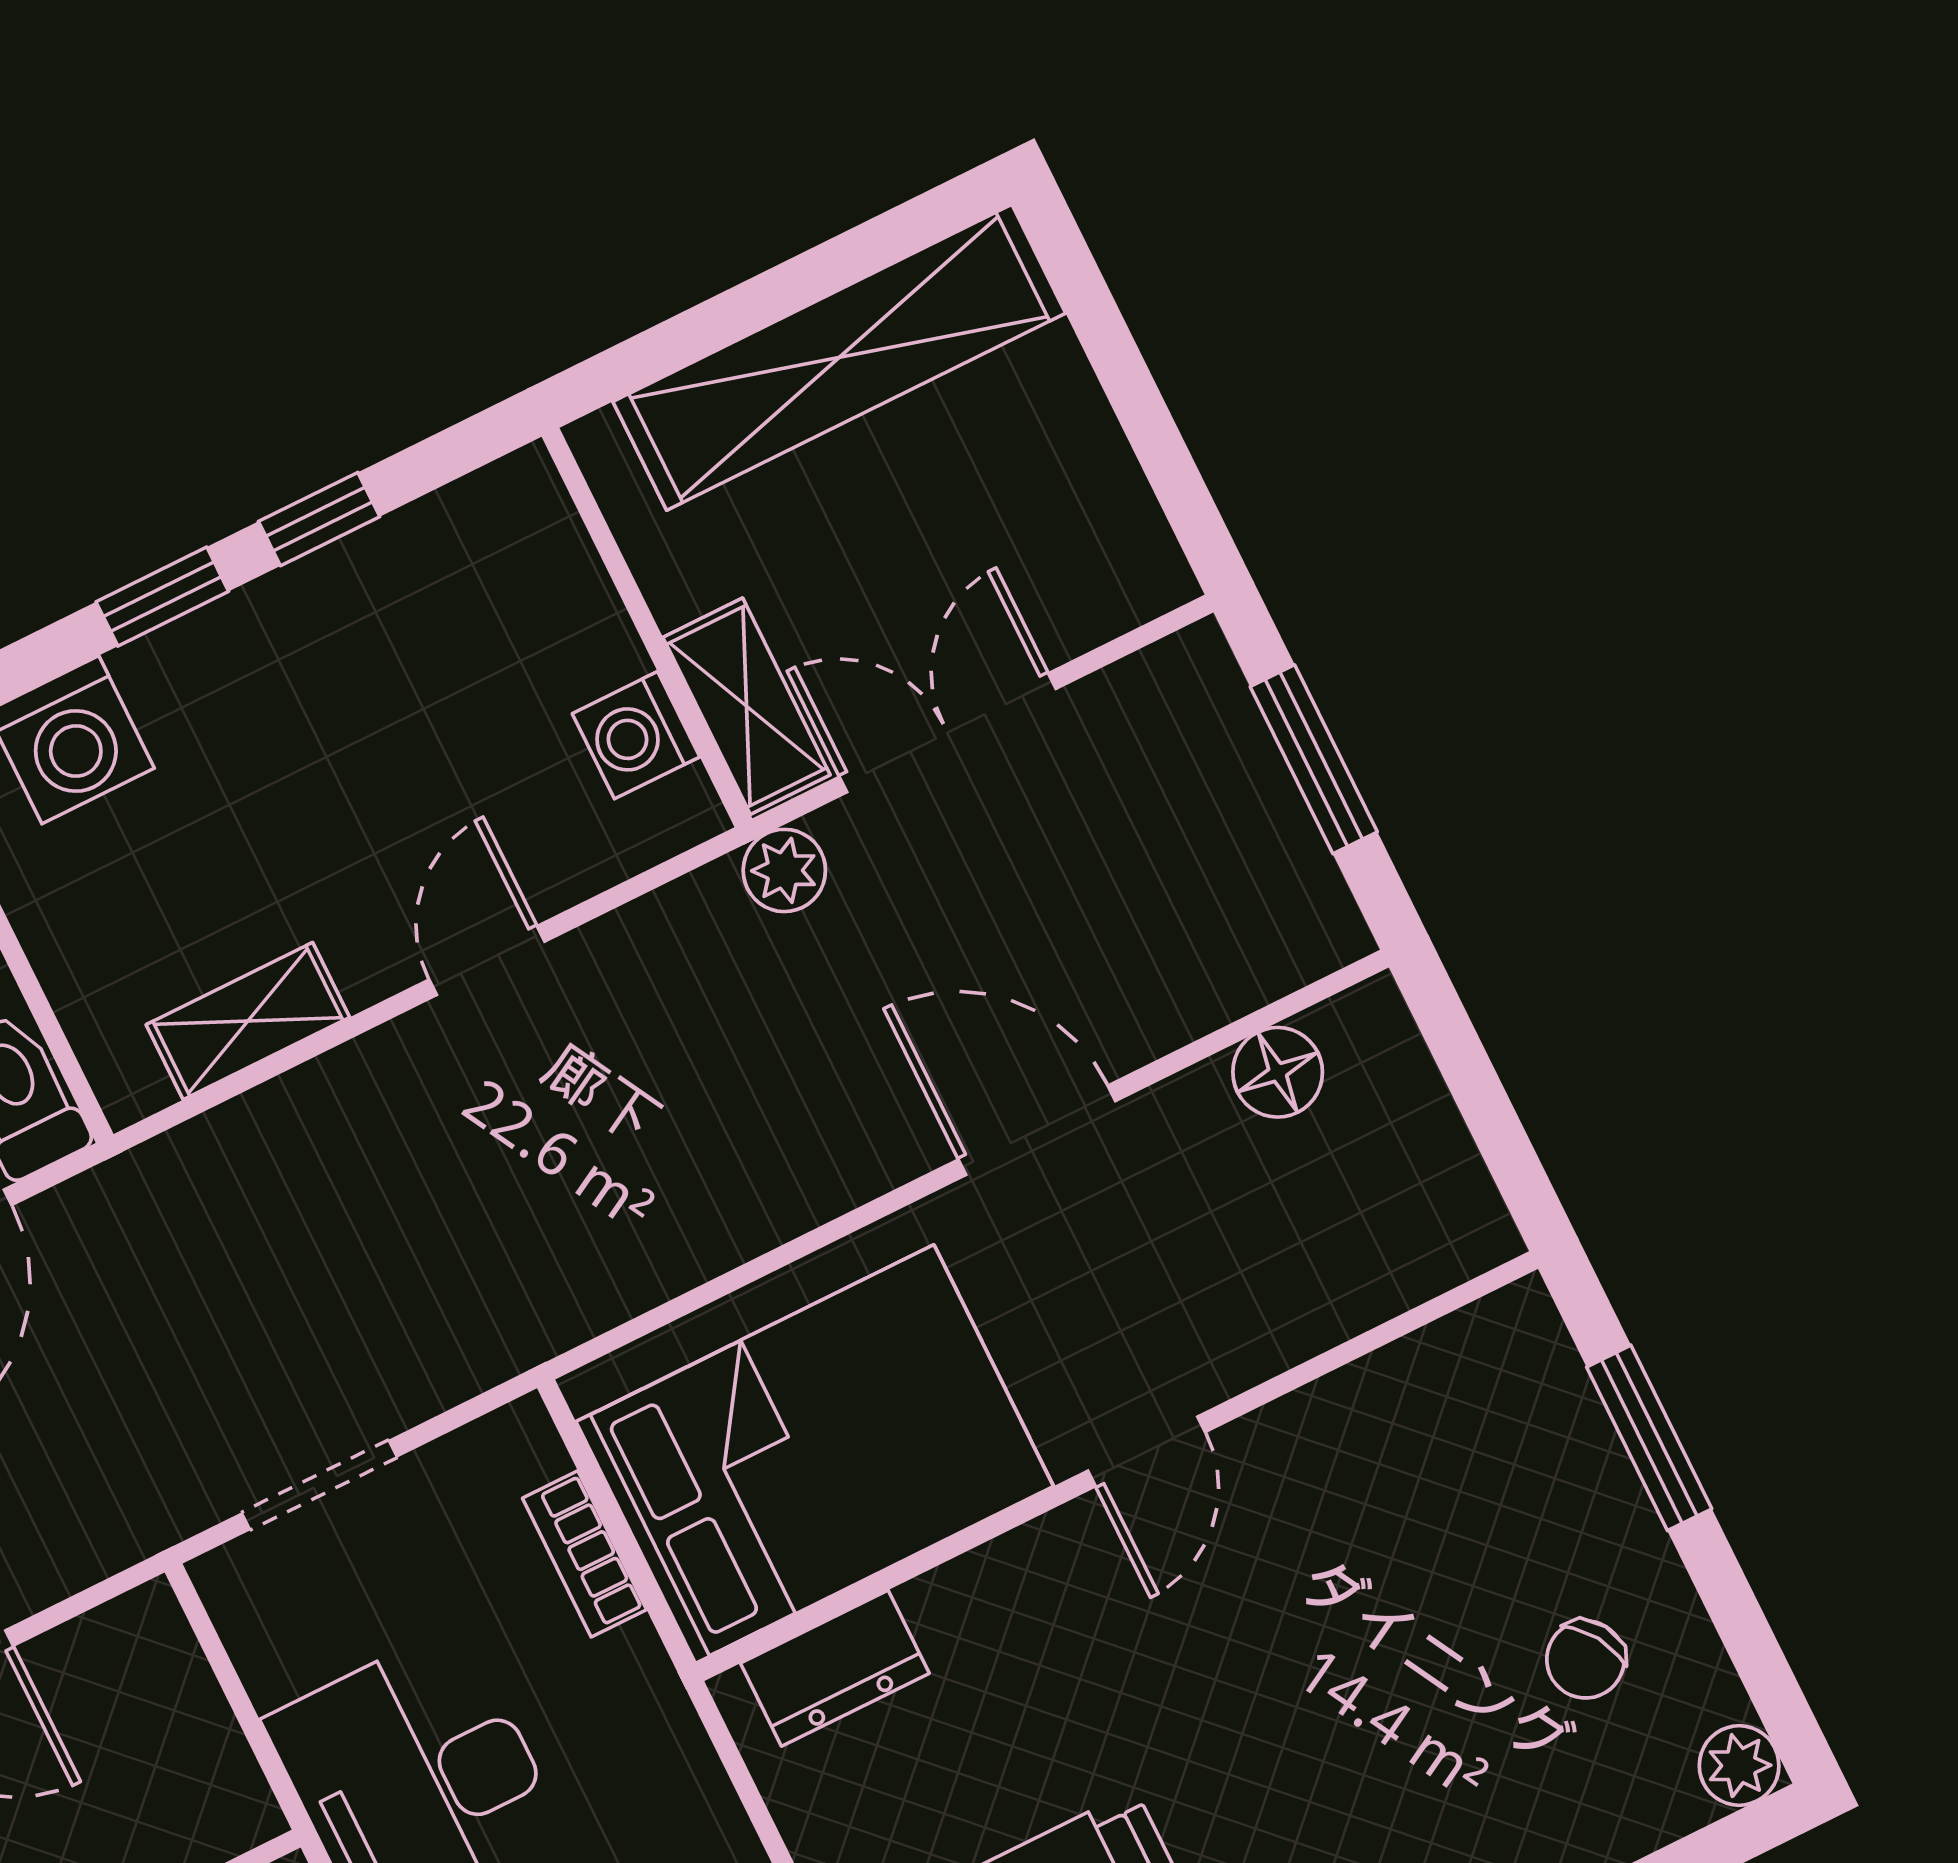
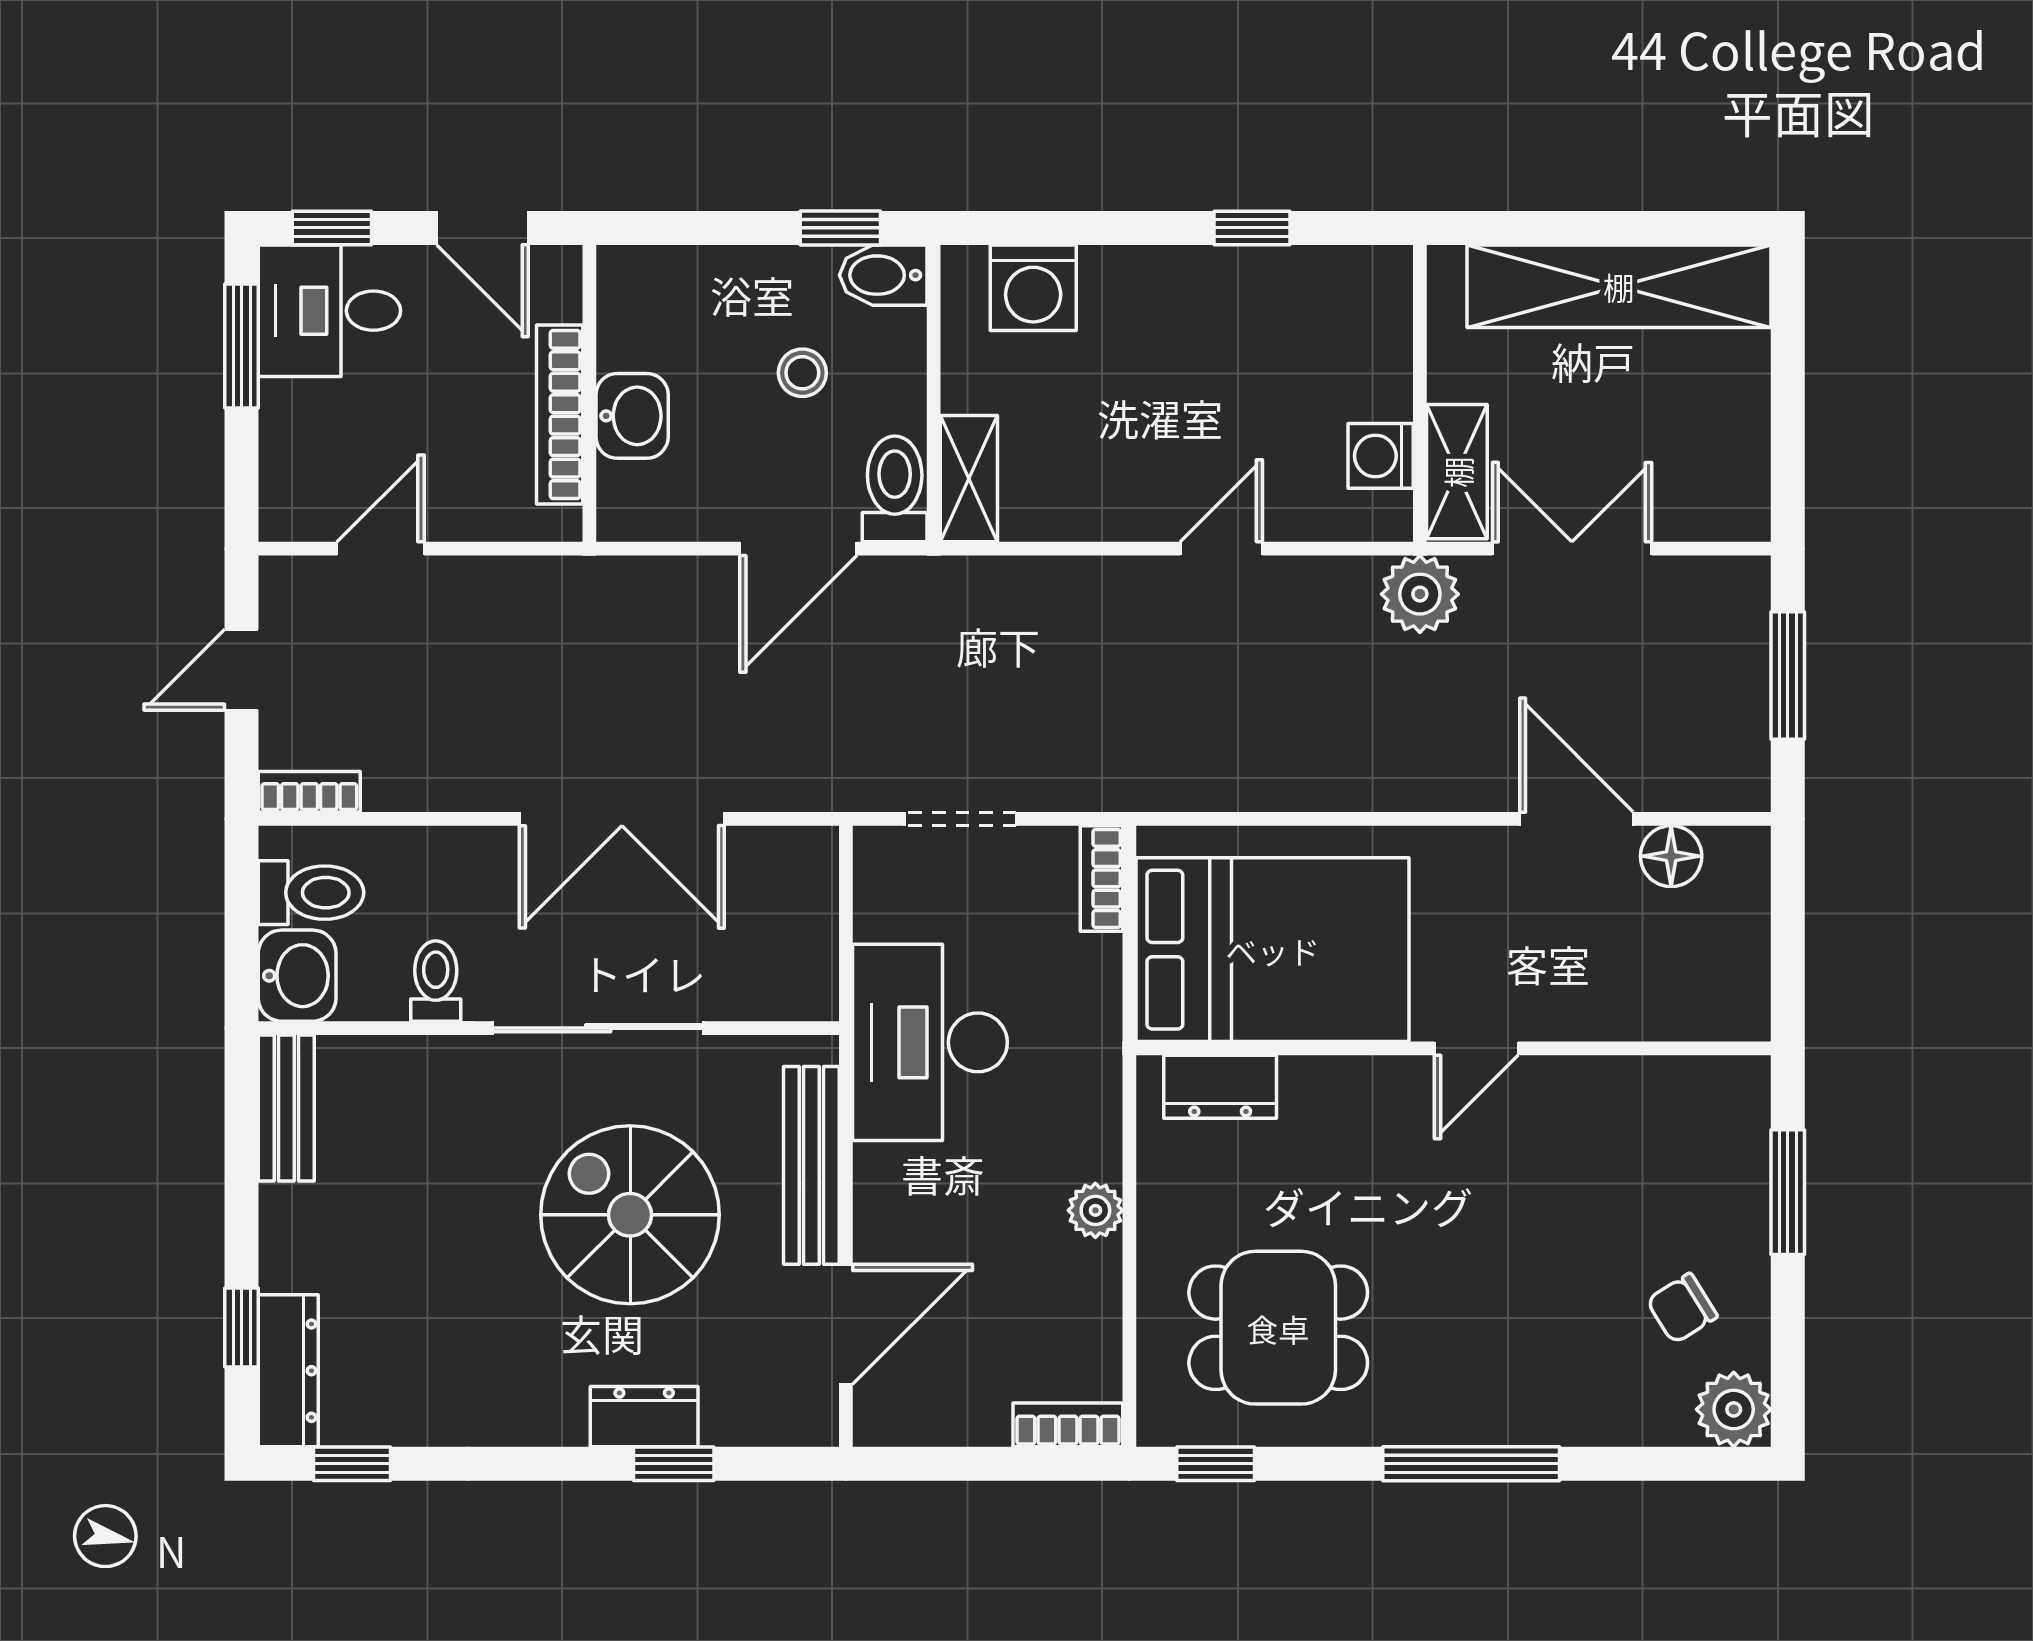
window: (162, 597) -> (1133, 228), removed
plant: (784, 870) -> (1420, 594), width x1.38, depth x1.38
shelving: (248, 1021) -> (969, 479), moved, turned 90
door: (1037, 1130) -> (1577, 819), moved
bookcase: (585, 1554) -> (1102, 878), moved
plant: (1739, 1766) -> (1734, 1409), width x1.38, depth x1.38

